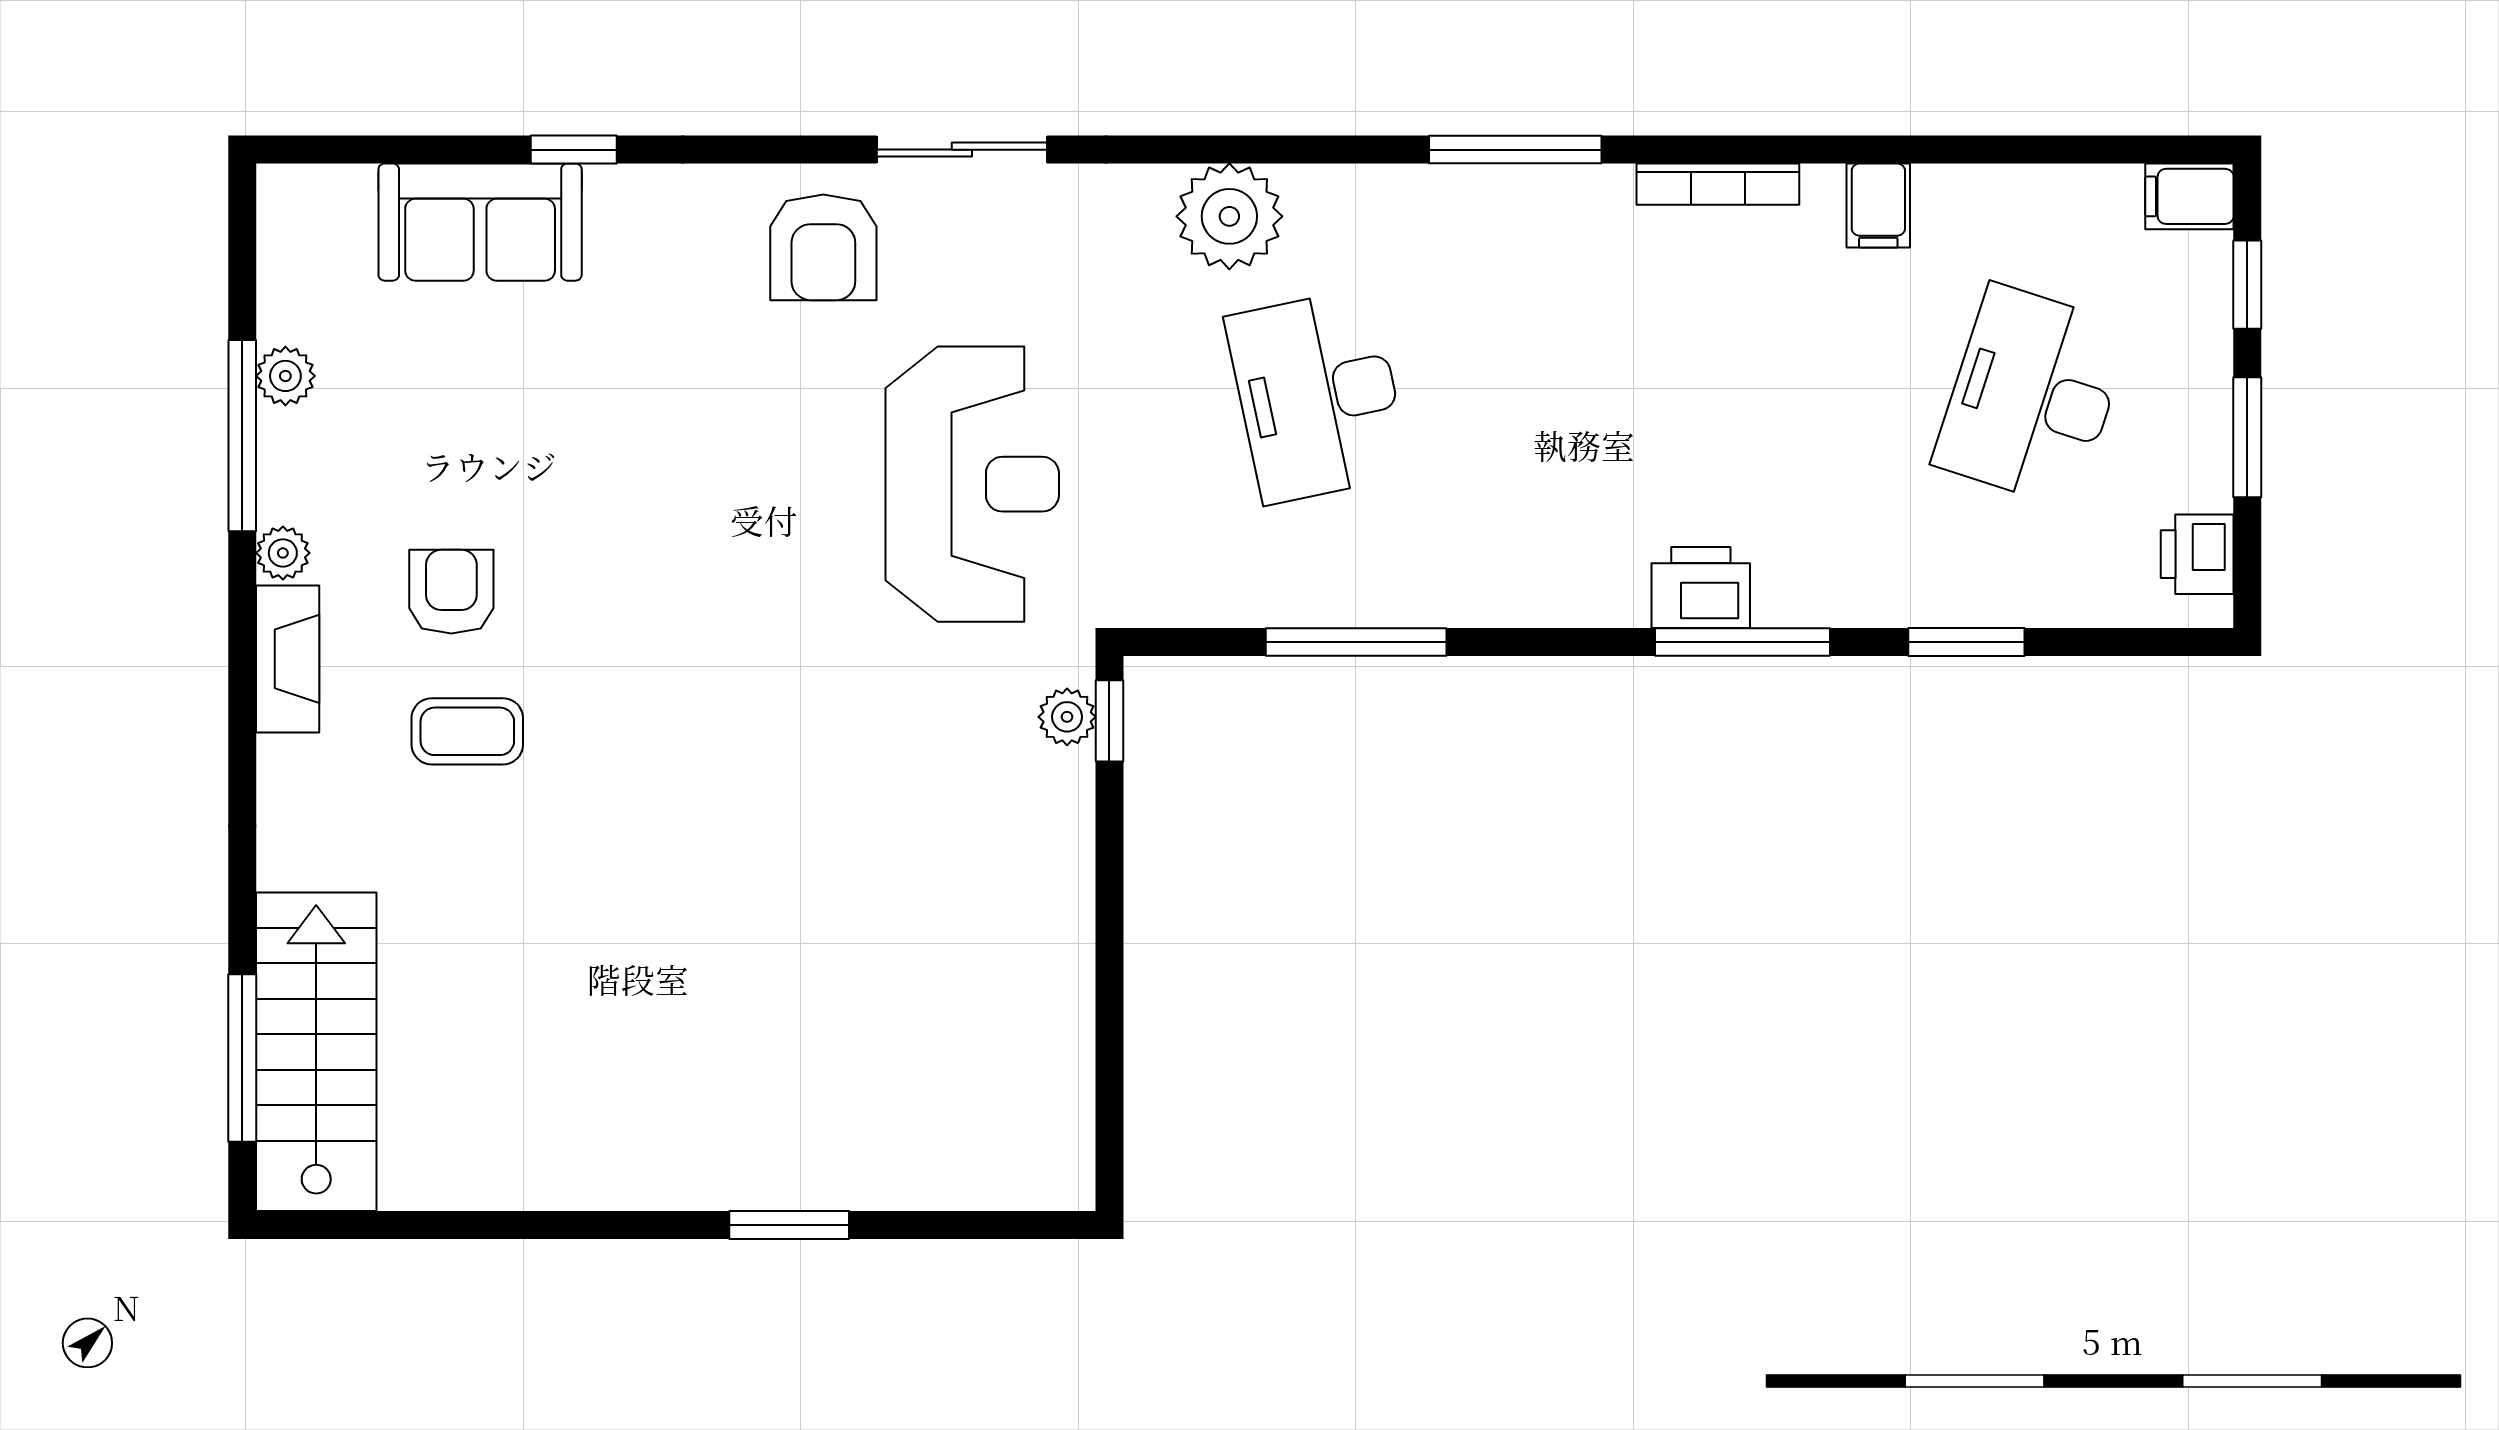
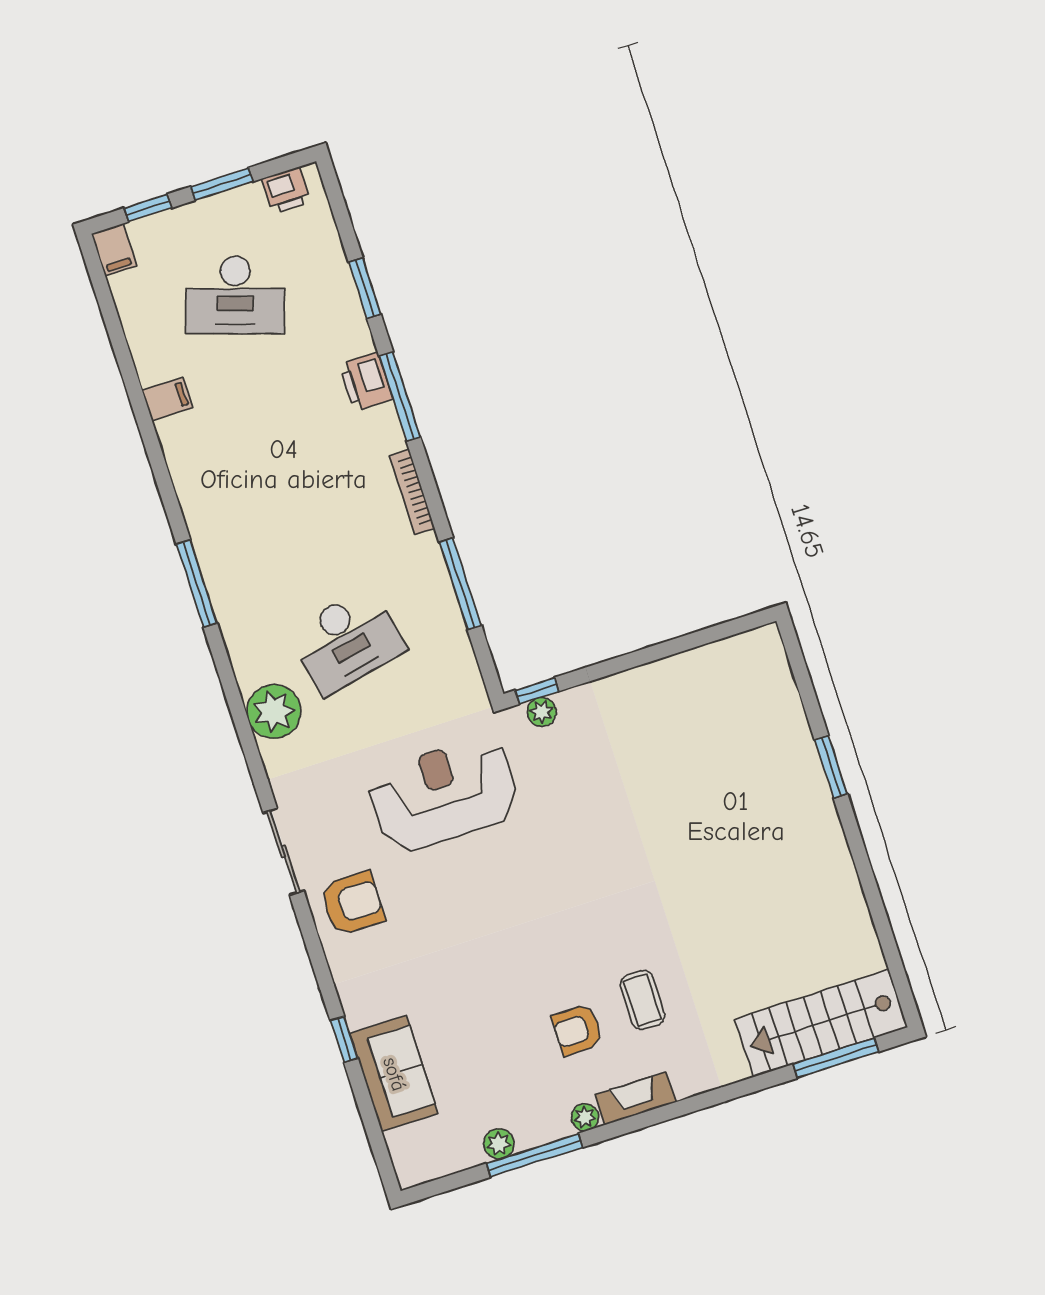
bookcase: (1718, 184) -> (412, 492), moved, turned 180
printer: (1701, 588) -> (366, 382), moved

